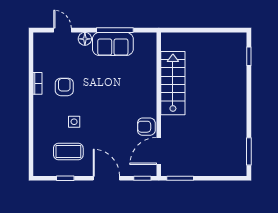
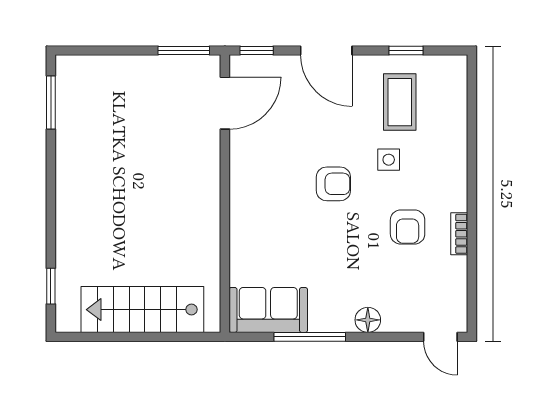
door: (62, 30) -> (440, 337), moved
sofa: (113, 44) -> (268, 310), moved
stairs: (173, 83) -> (142, 310), moved, turned 90
armchair: (146, 127) -> (333, 184), moved
coffee table: (68, 151) -> (400, 102), turned 90

